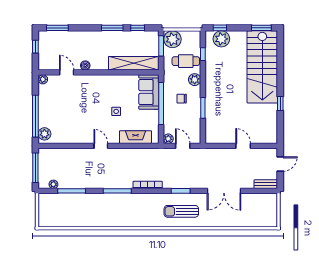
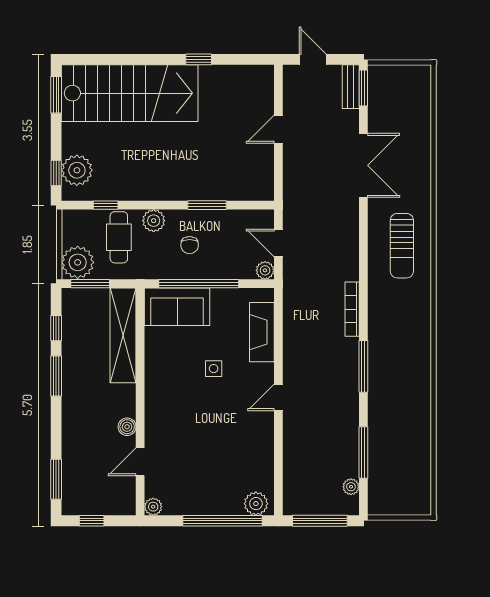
door: (183, 146) -> (278, 243), hinge flipped
window: (181, 191) -> (363, 88), moved

